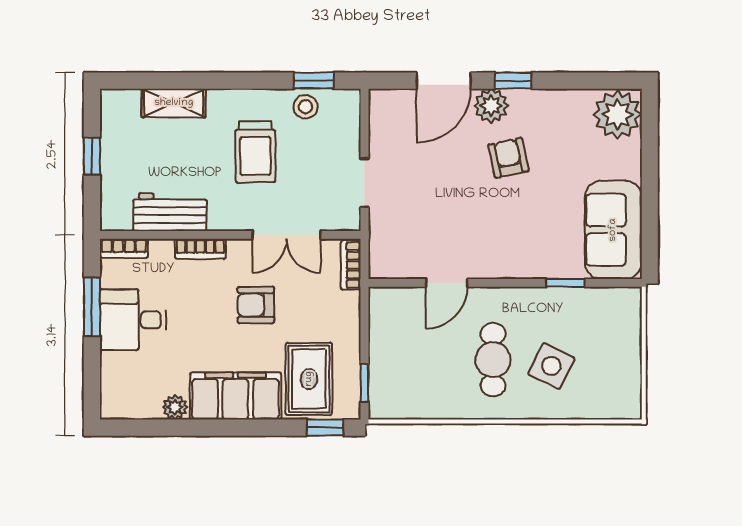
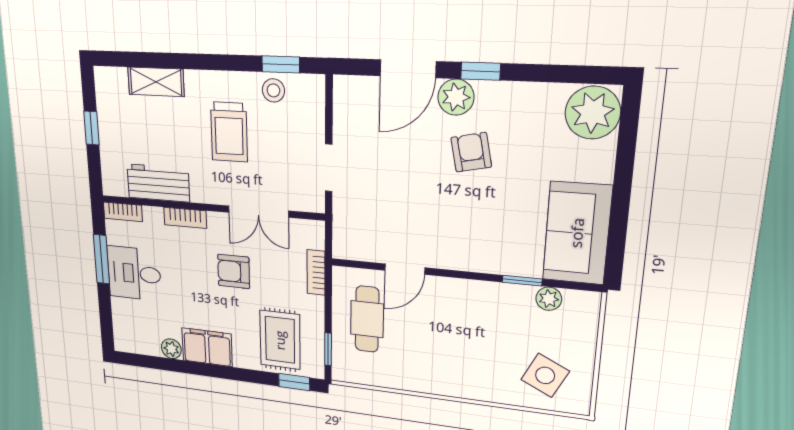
bookcase: (351, 265) -> (316, 272), moved
plant: (592, 299) -> (549, 299), added
cafe table: (493, 360) -> (367, 319), moved
side table: (551, 366) -> (545, 375), moved
filing cabinet: (236, 396) -> (207, 347), width x0.67, depth x0.86

